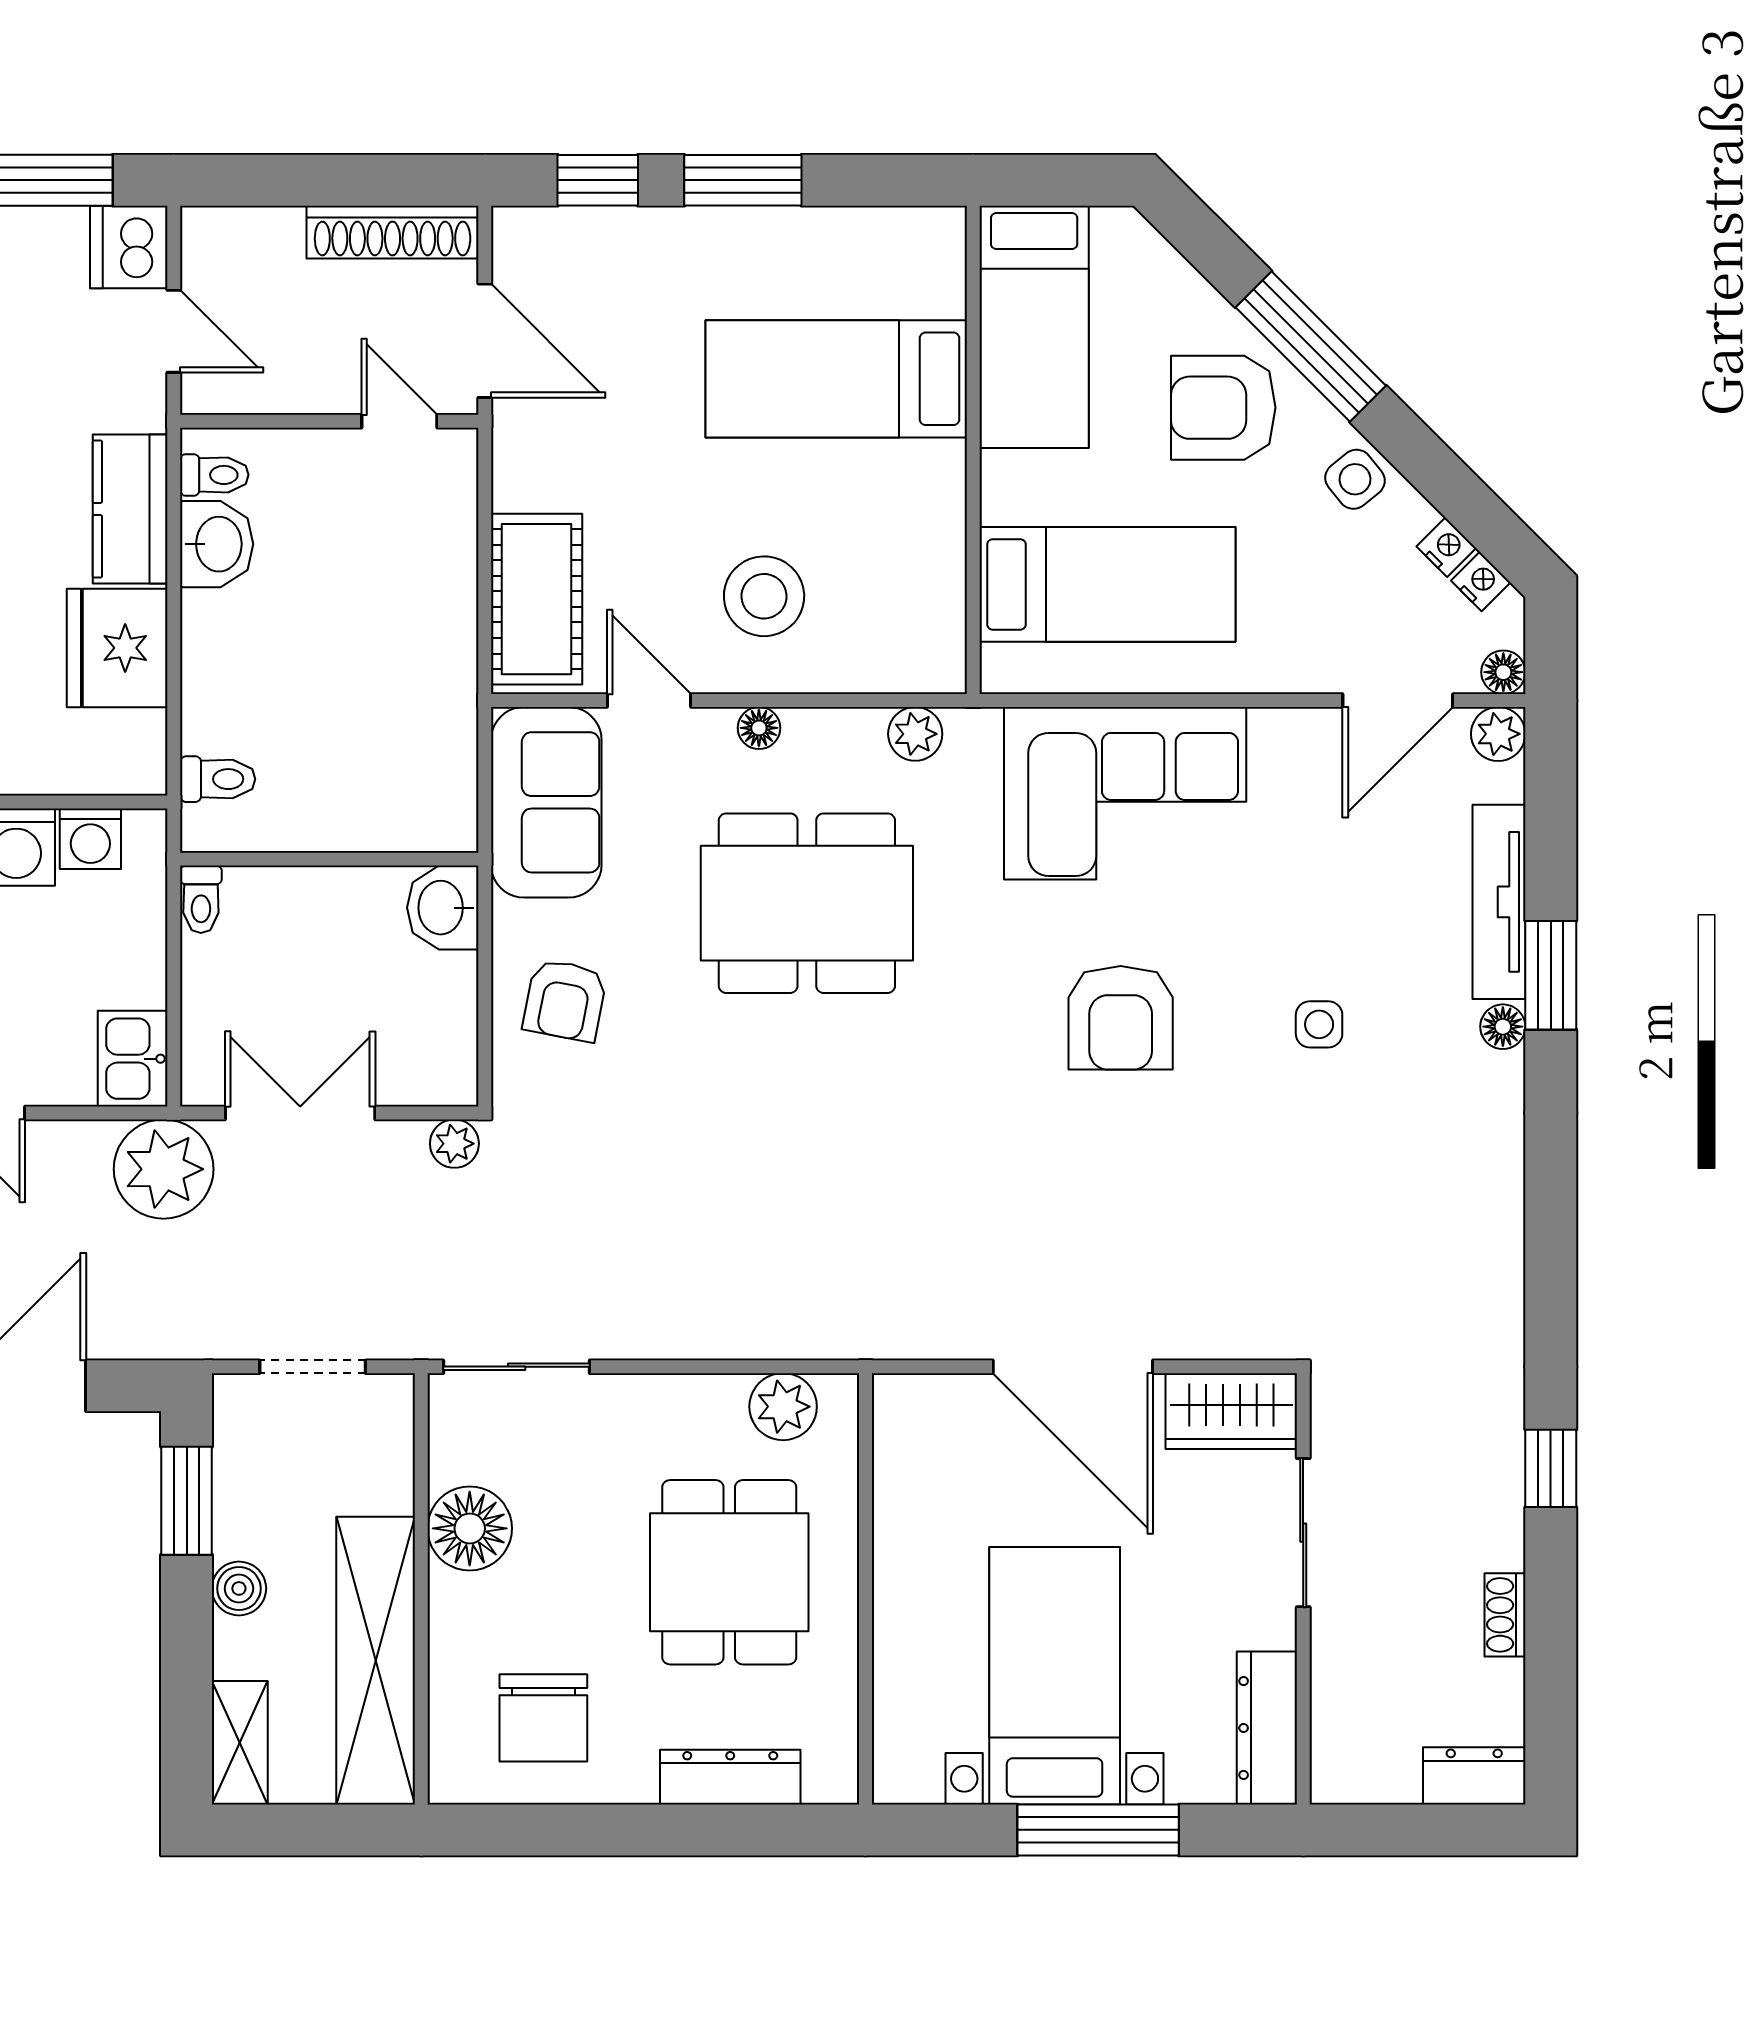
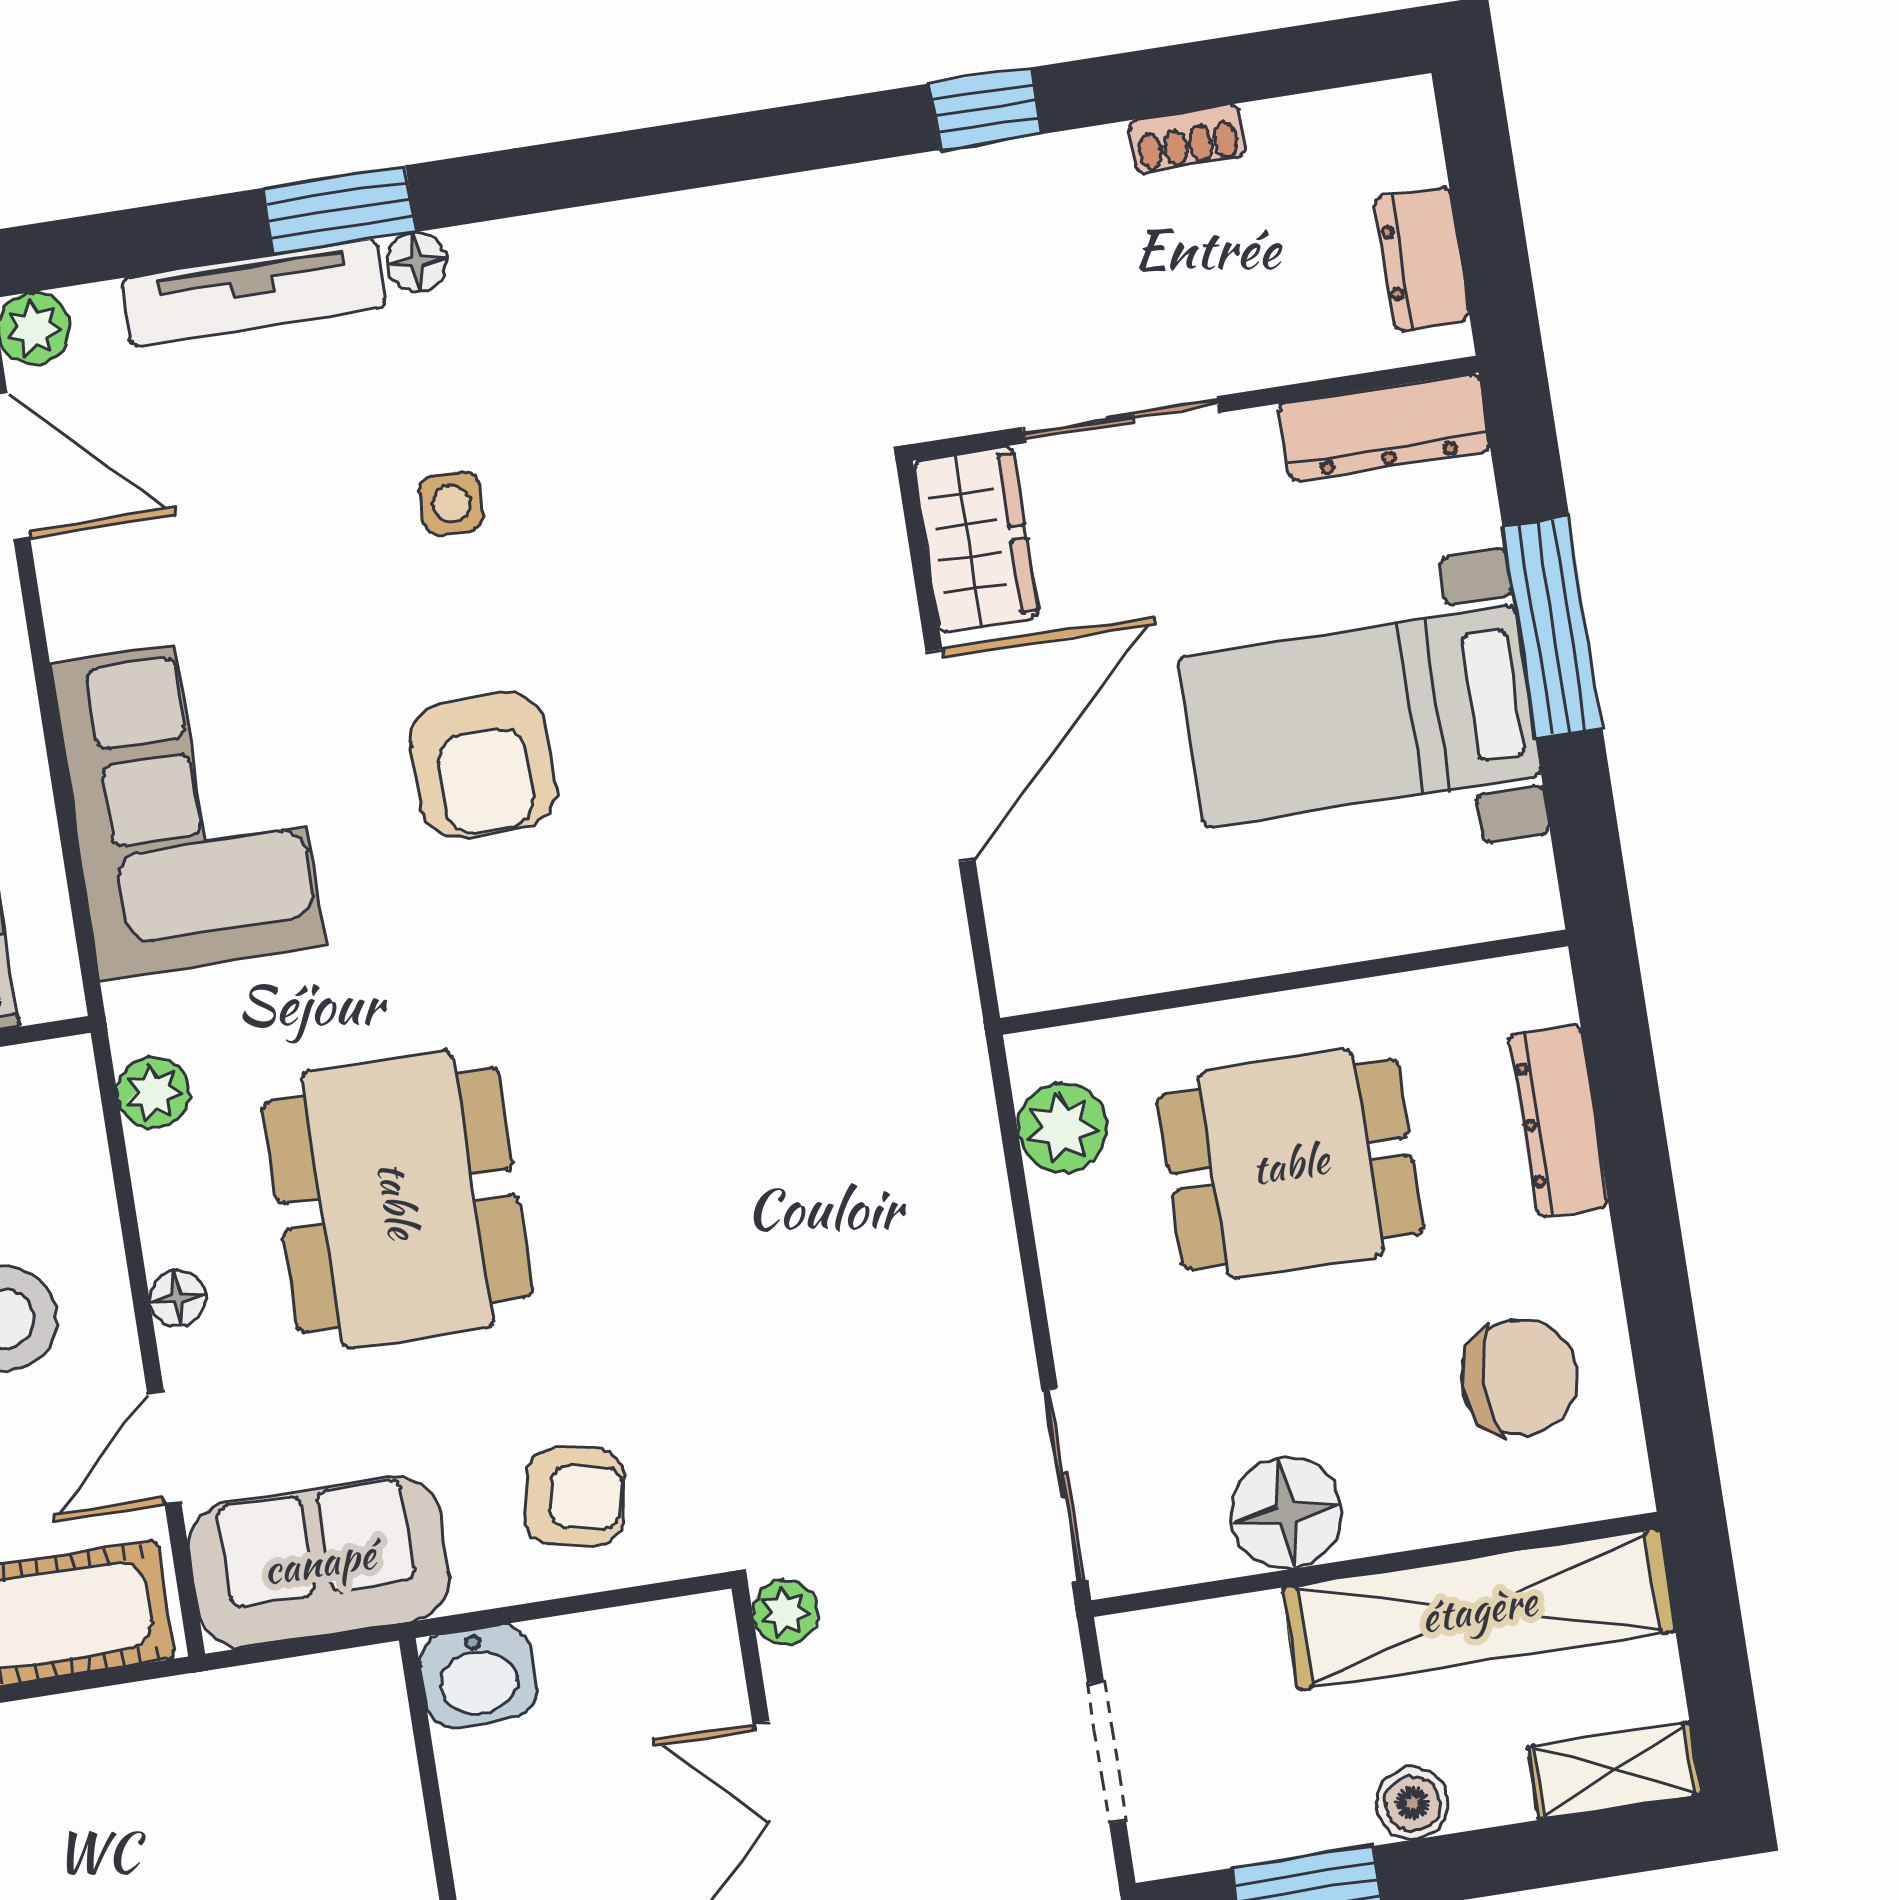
armchair: (1121, 1018) -> (483, 765), turned 90
dresser: (1474, 1776) -> (1422, 259), moved

